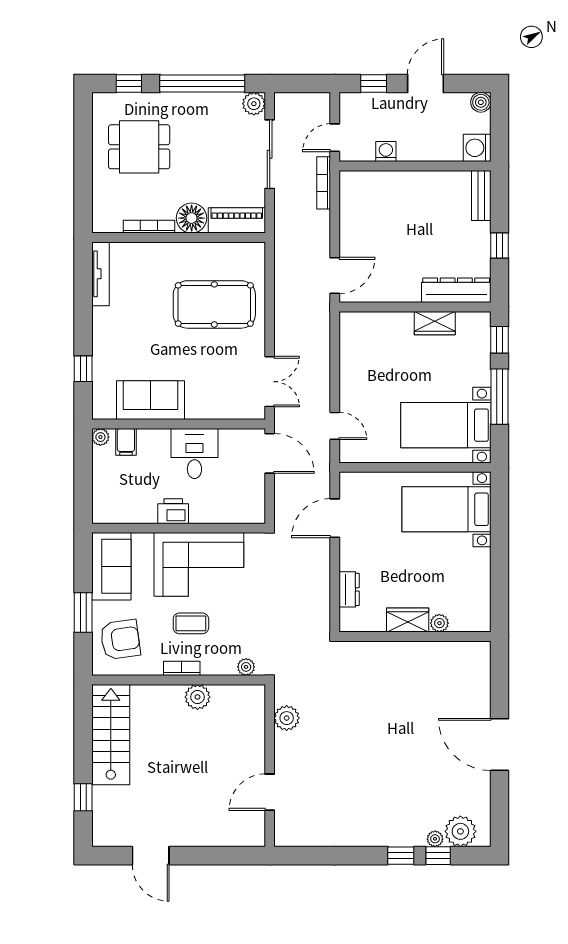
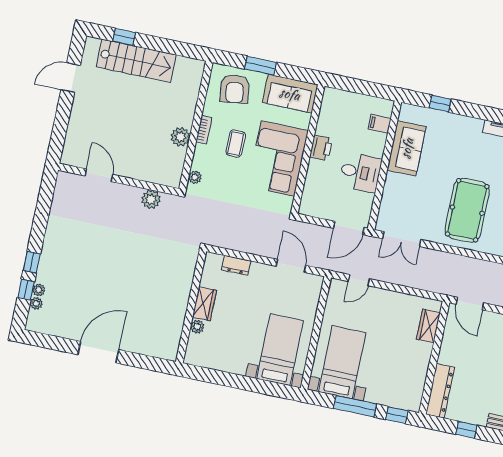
wardrobe: (435, 323) -> (428, 326), moved
plant: (100, 437) -> (387, 106), removed
stairs: (111, 735) -> (136, 61), moved
plant: (460, 831) -> (36, 303), width x0.53, depth x0.53

